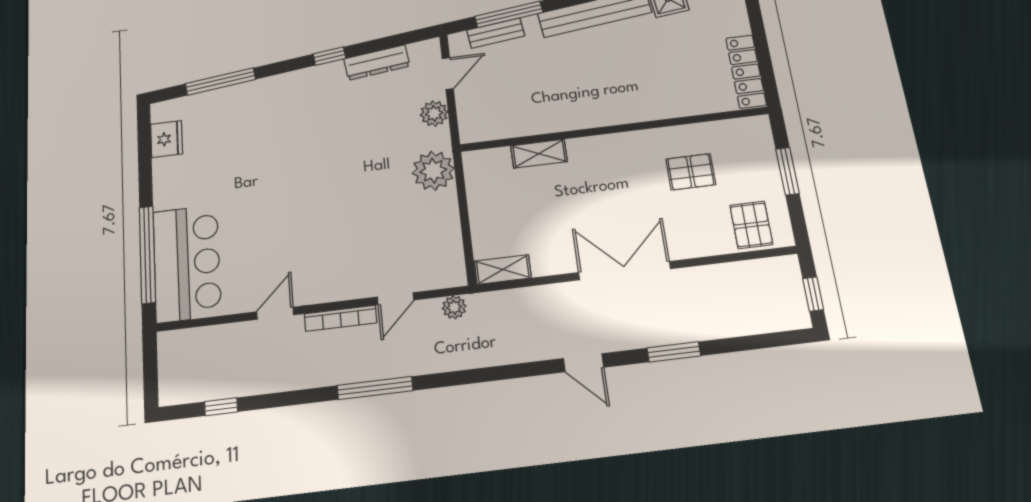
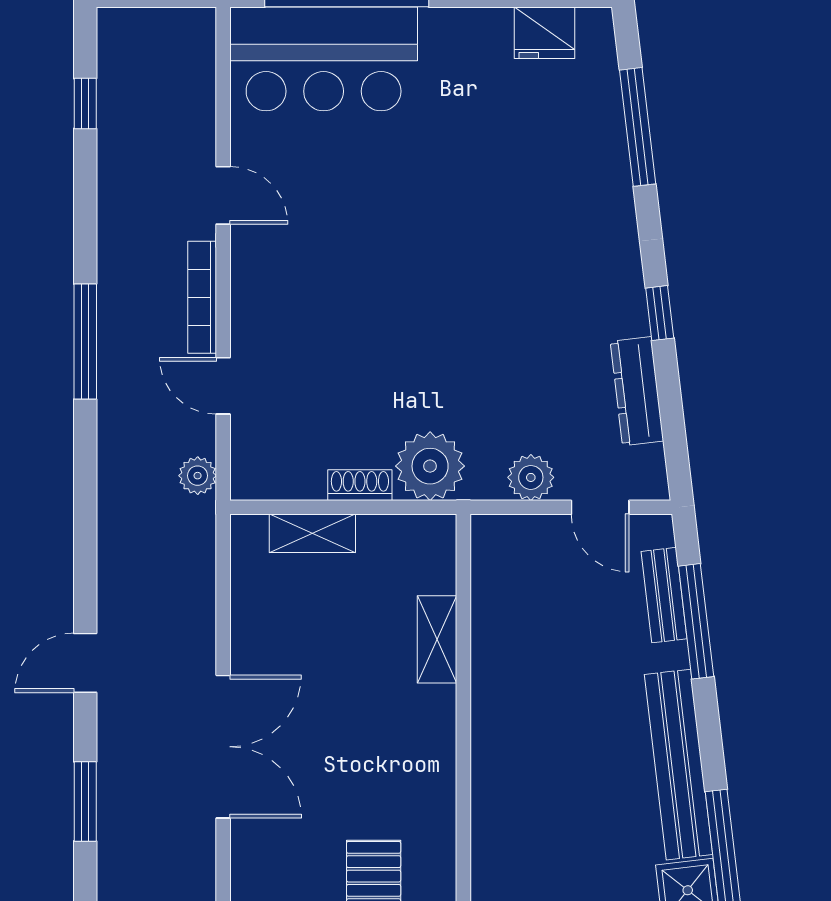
shoe rack: (449, 210) -> (360, 485), added
shelving: (503, 270) -> (312, 533), moved, turned 90

